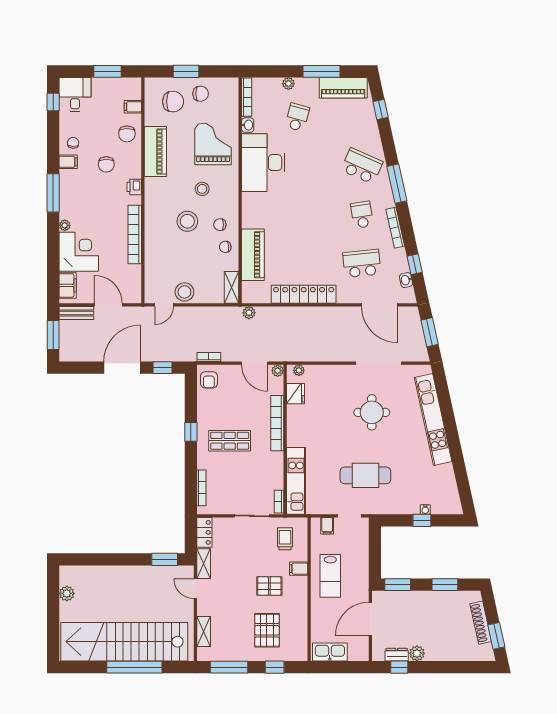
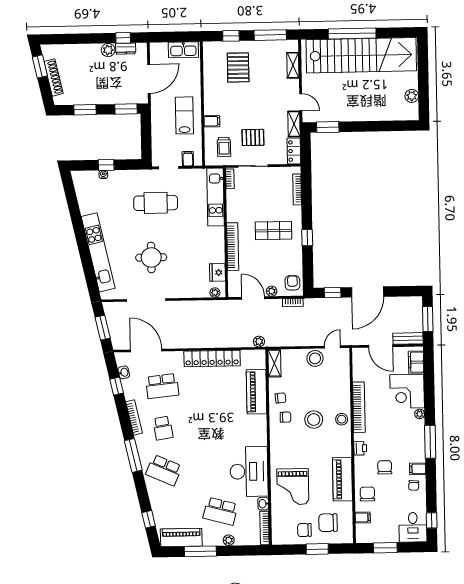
school desk: (297, 117) -> (220, 511), width x1.85
stool: (202, 189) -> (342, 419), moved
plant: (278, 371) -> (272, 291), moved
pallet: (269, 586) -> (253, 137), moved

